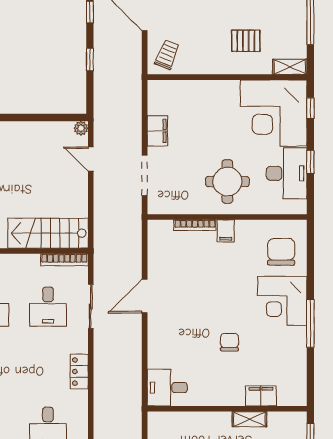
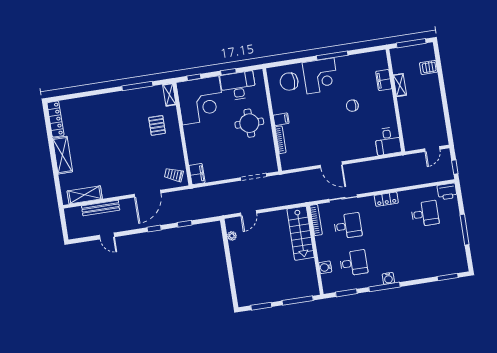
plant: (81, 128) -> (232, 236), moved
filing cabinet: (157, 131) -> (197, 174), moved, turned 90

